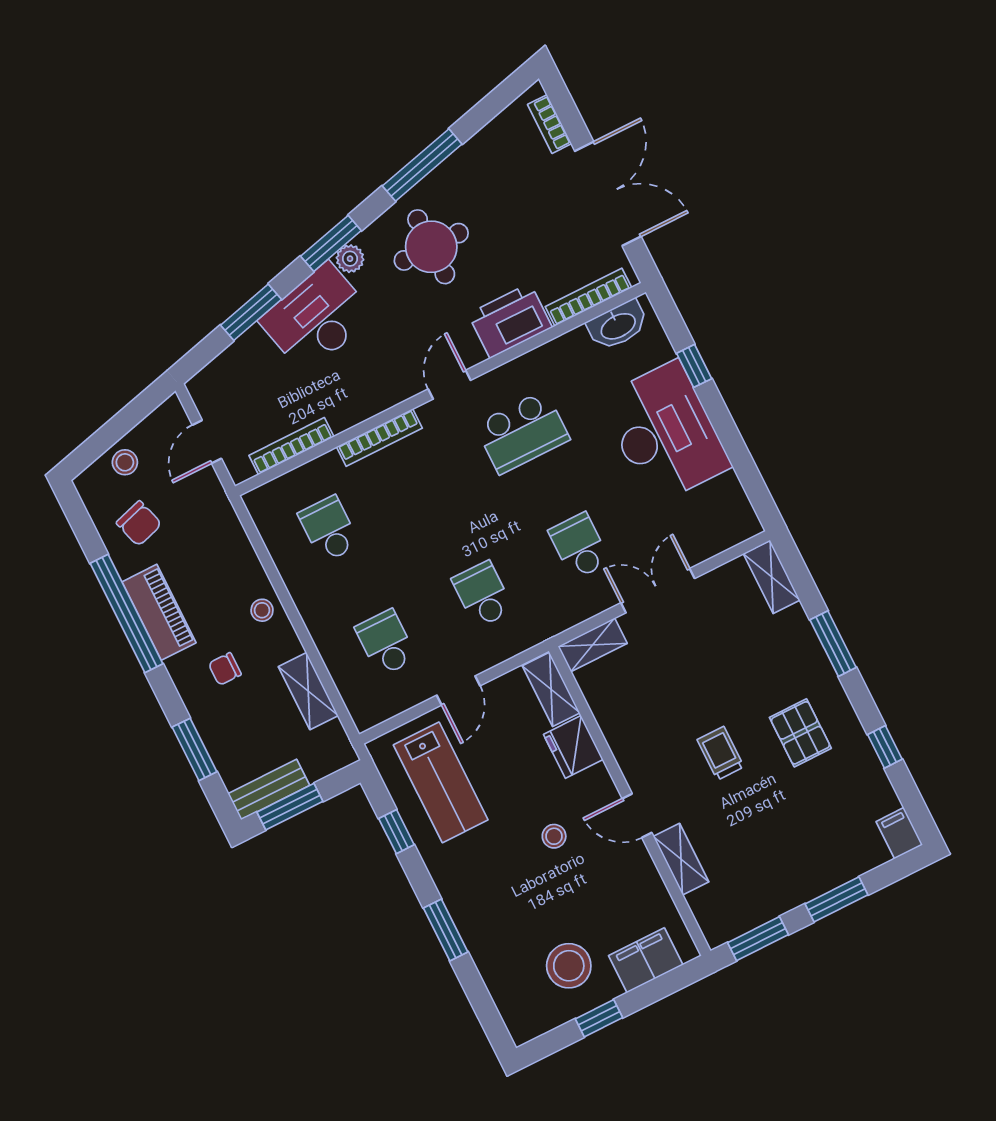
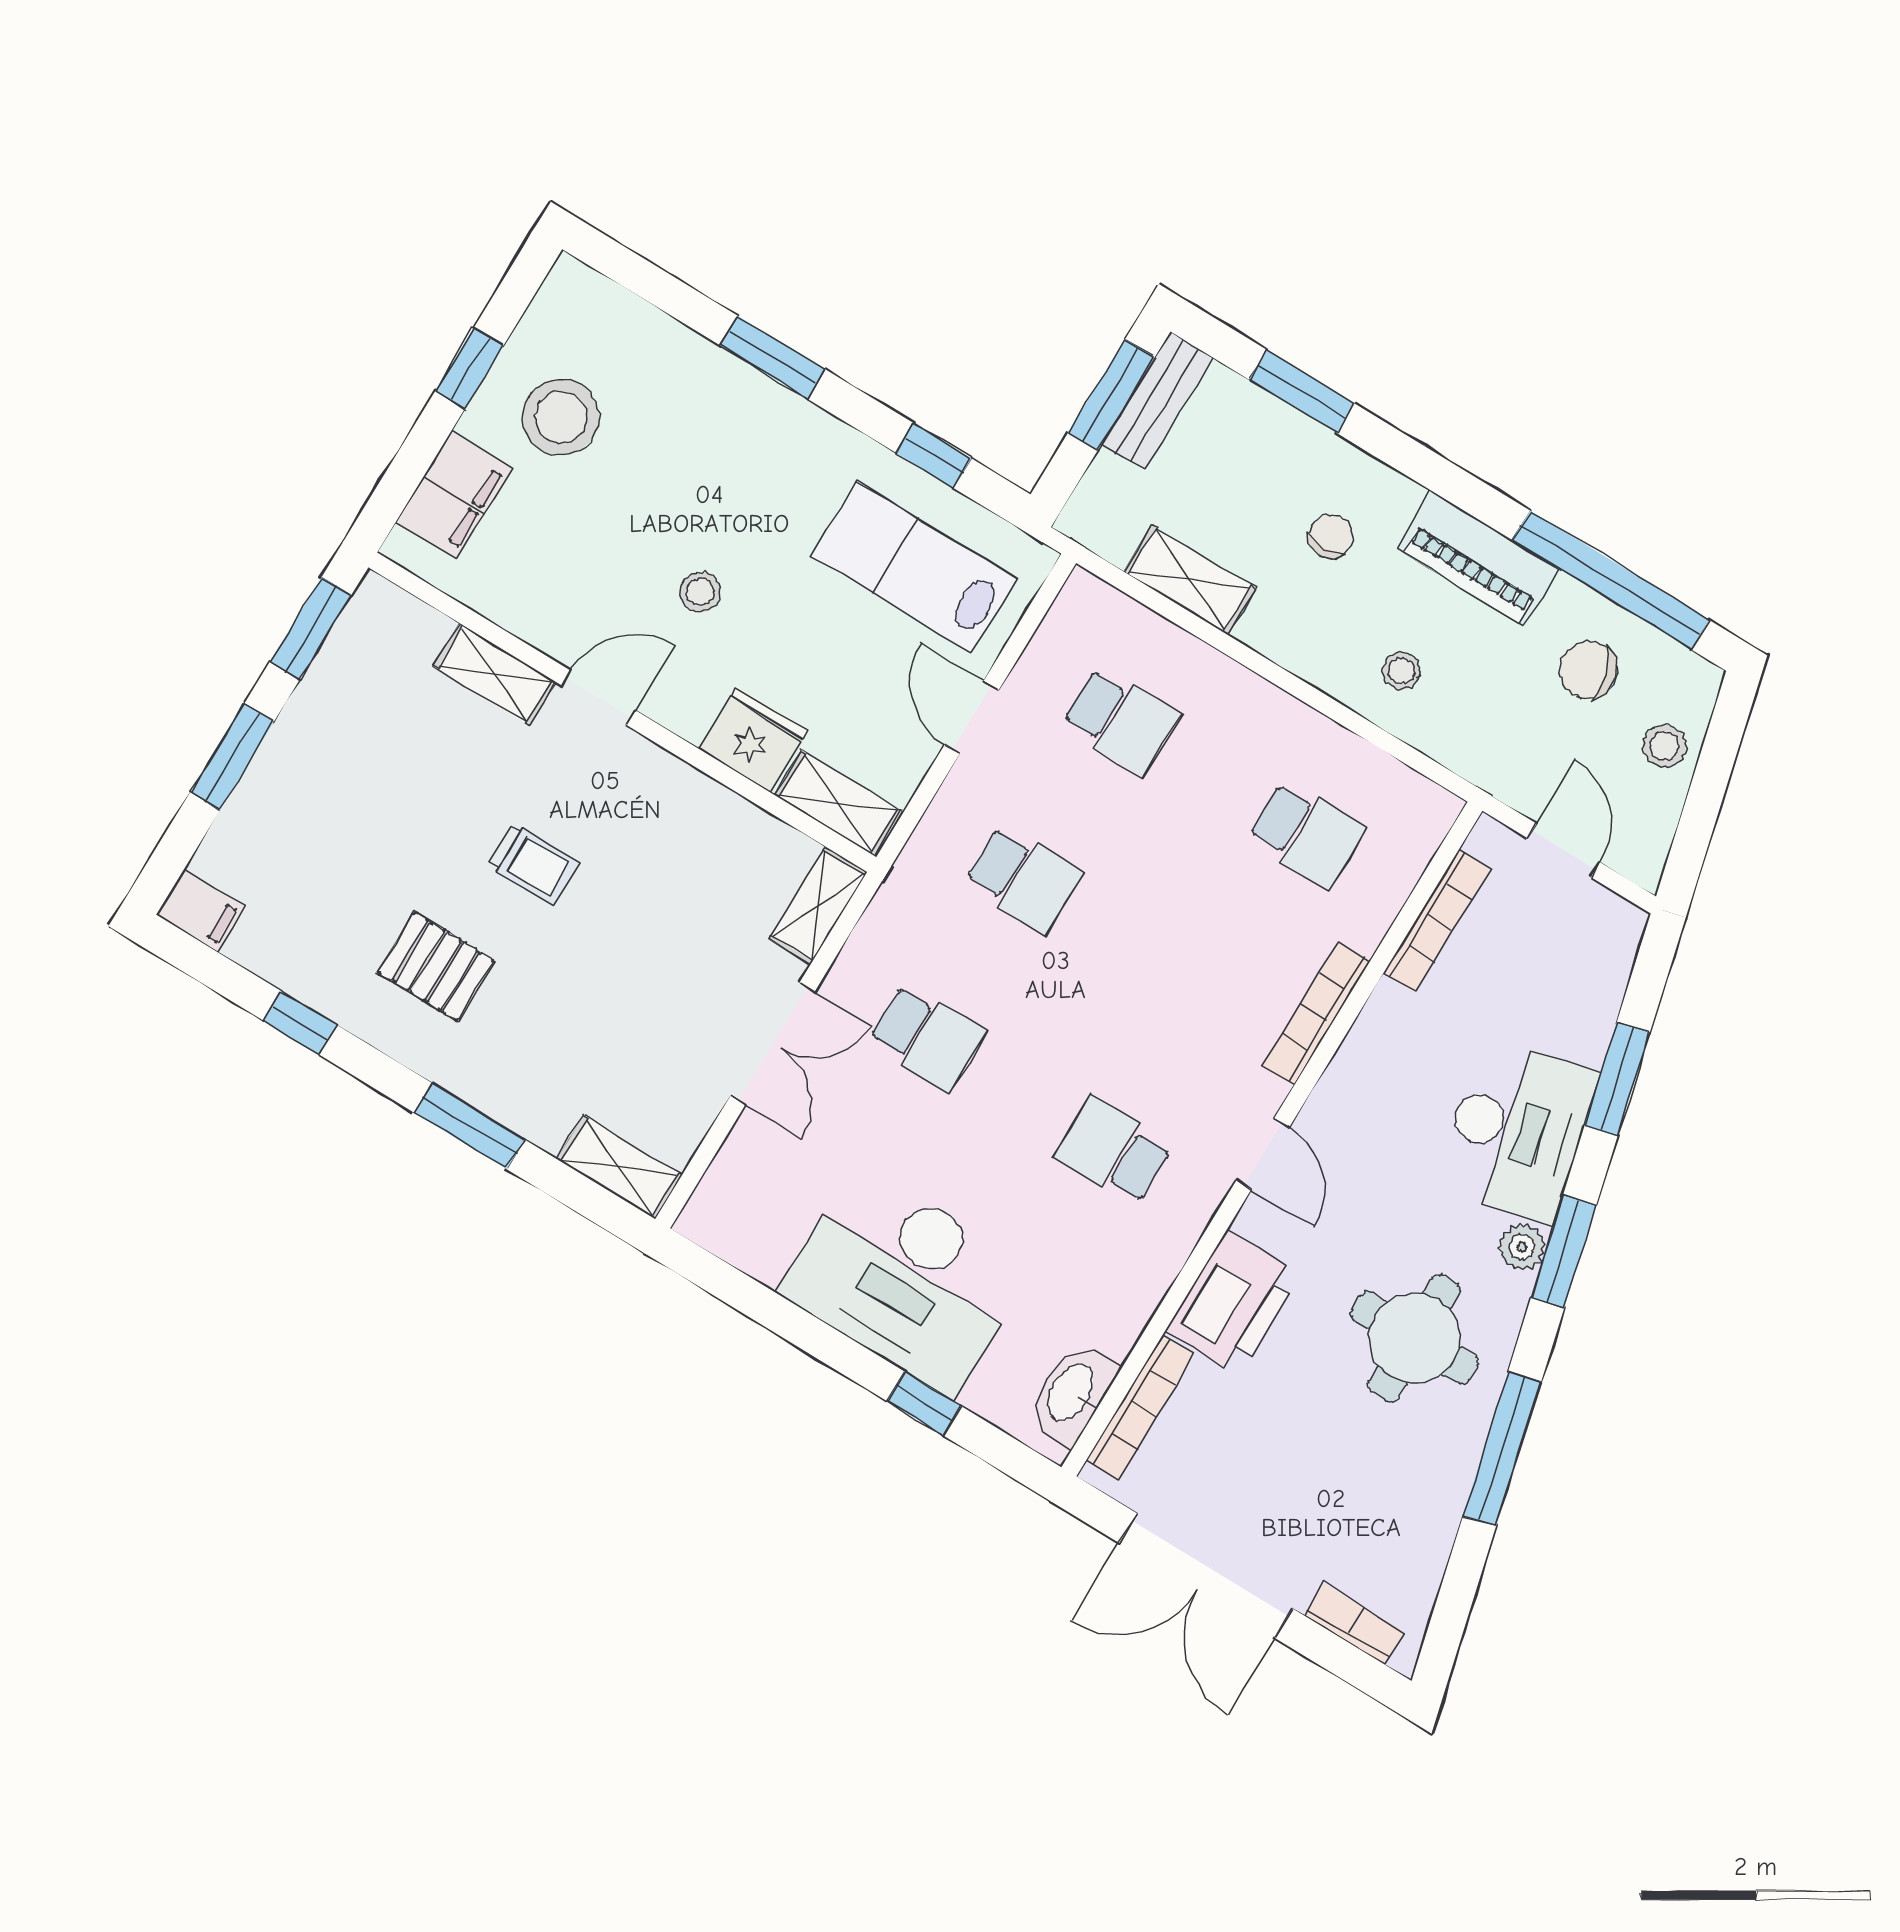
school desk: (522, 432) -> (1114, 1151), width x0.54
stool: (262, 610) -> (1402, 671), moved
window: (126, 614) -> (1610, 580), moved

